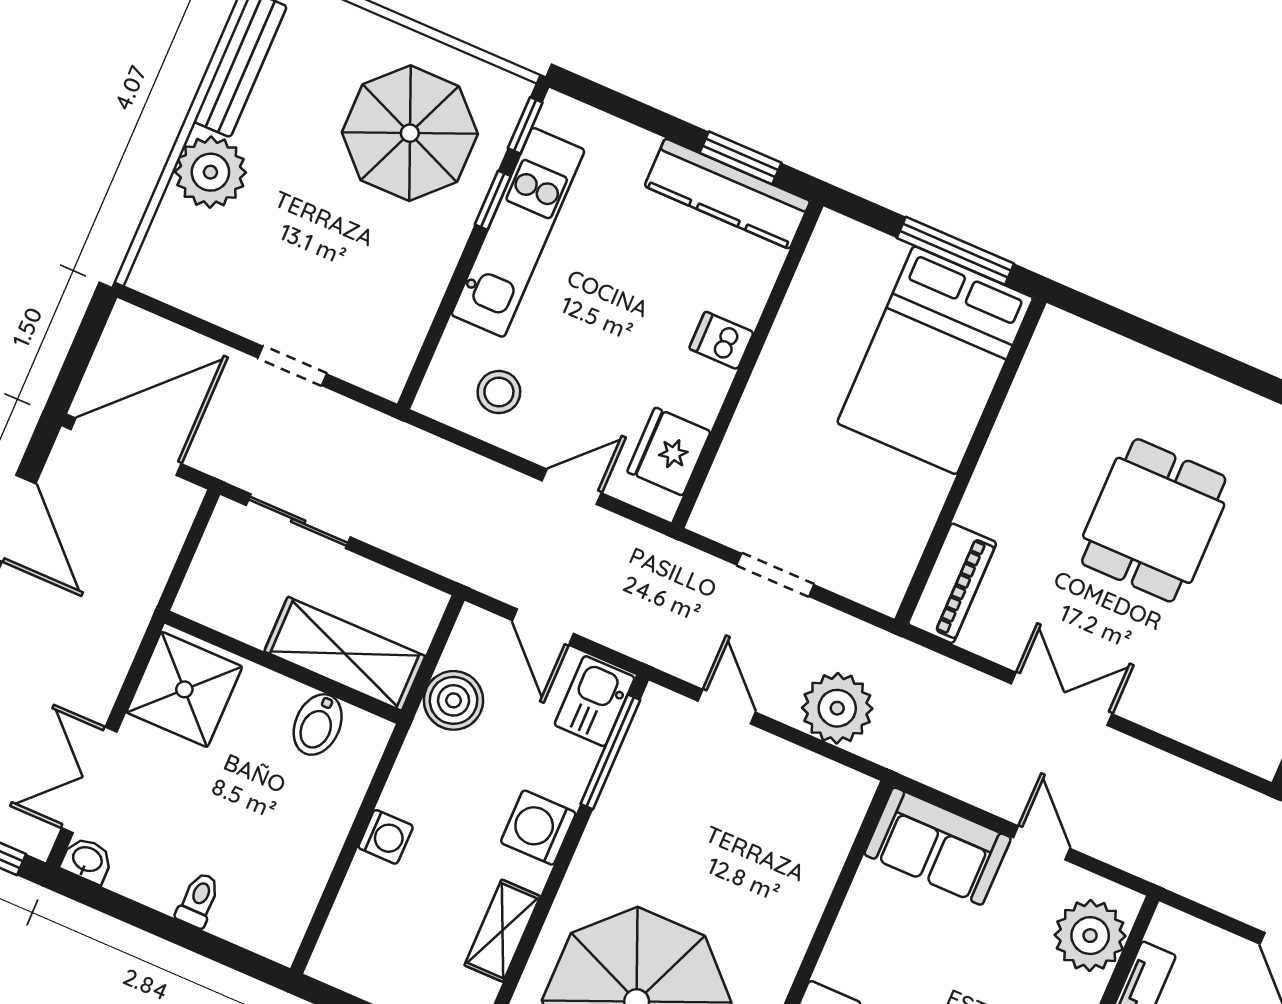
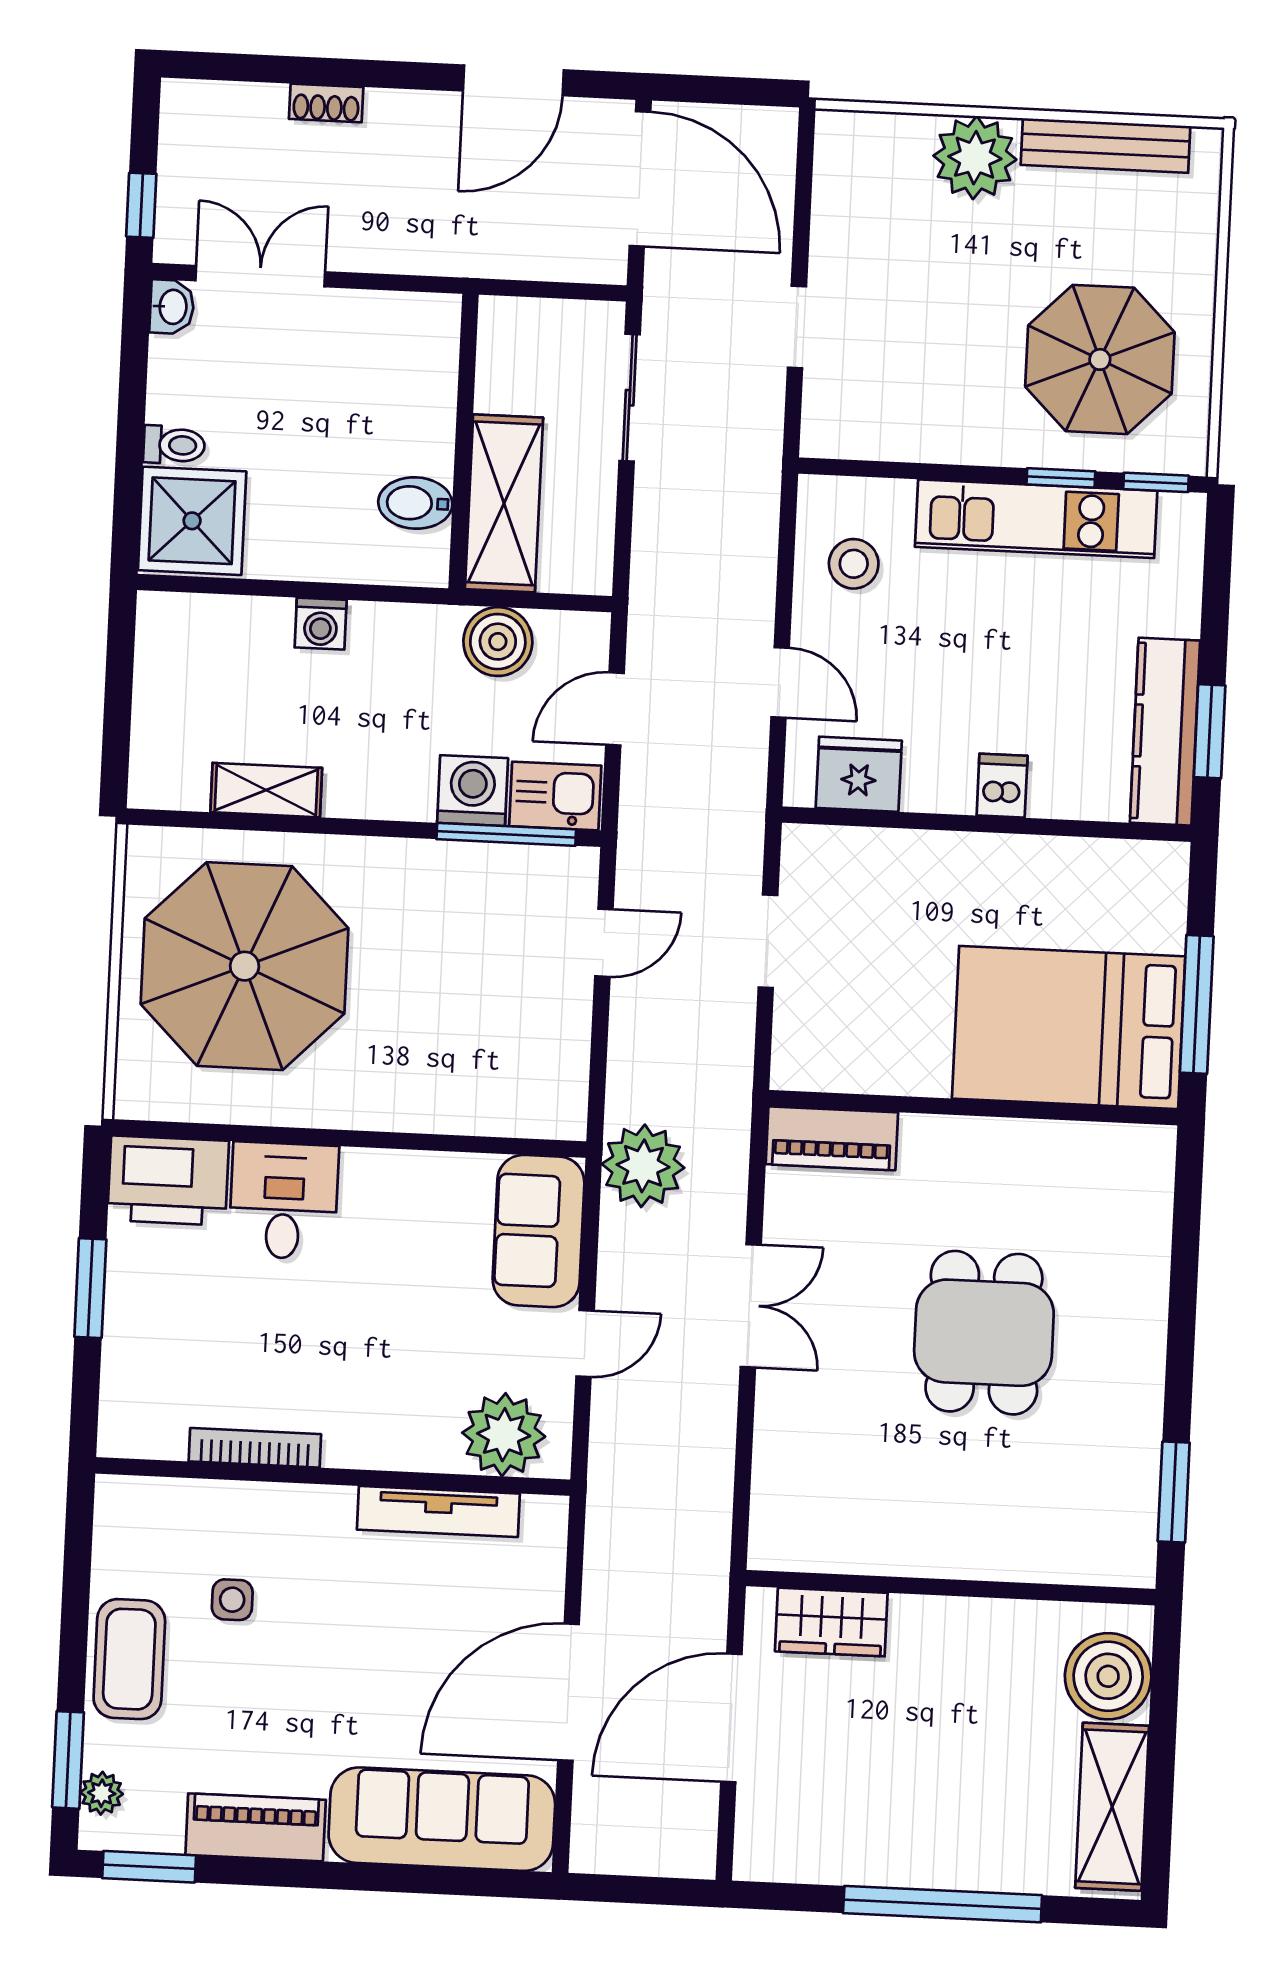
dining table: (1154, 520) -> (984, 1333), turned 90
shower: (184, 689) -> (192, 521), moved
plant: (837, 708) -> (643, 1166), moved
washing machine: (538, 828) -> (473, 791), moved

